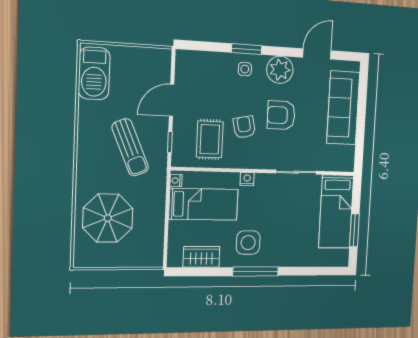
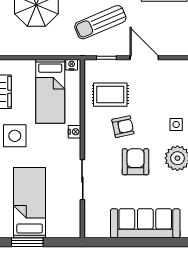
bed: (336, 212) -> (30, 203), moved, turned 90

